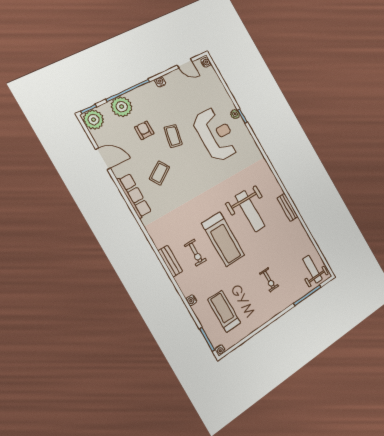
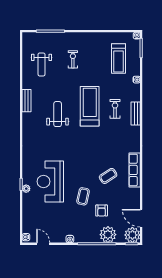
door: (103, 159) -> (141, 218), moved
weight bench: (250, 211) -> (58, 114), width x0.73, depth x0.75
weight bench: (312, 269) -> (41, 64), moved

